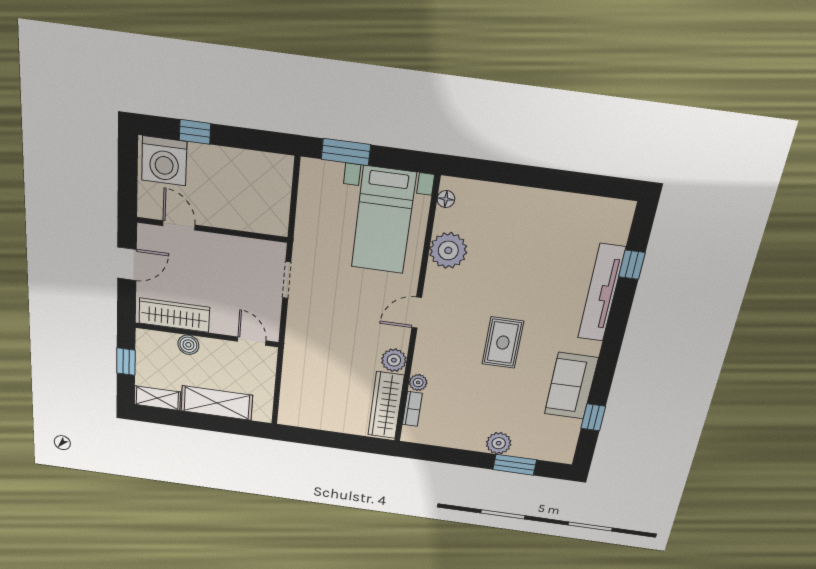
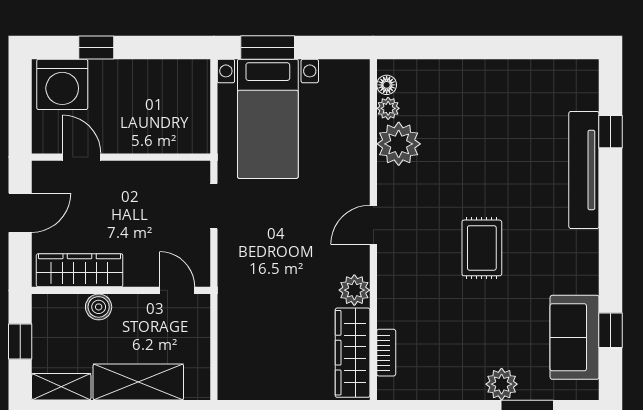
bed with nightstands: (383, 220) -> (268, 119), moved
plant: (418, 382) -> (388, 108), moved
sofa: (571, 386) -> (575, 337), moved

